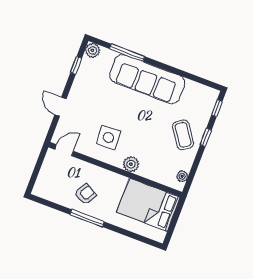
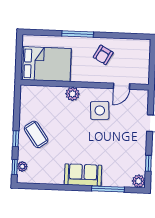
sofa: (147, 79) -> (83, 175), width x0.54, depth x0.79
door: (64, 150) -> (122, 86), moved
plant: (182, 176) -> (22, 166), moved
window: (87, 218) -> (78, 34), moved

